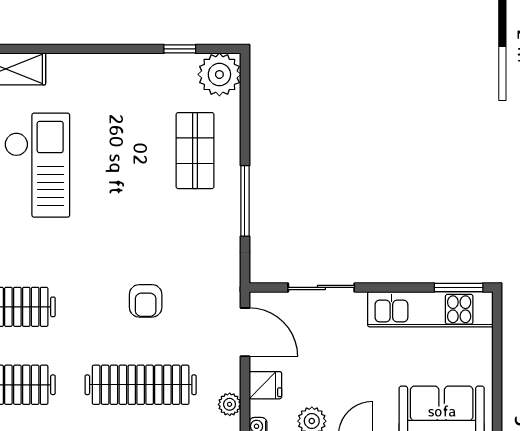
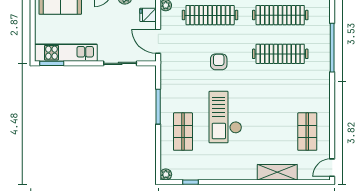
plant: (219, 74) -> (166, 174), width x0.53, depth x0.53
checkout: (37, 165) -> (225, 117), moved
armchair: (146, 301) -> (219, 62), moved

